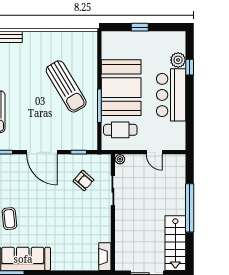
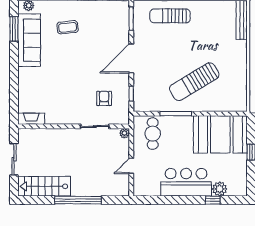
booth: (121, 88) -> (220, 134), moved
armchair: (84, 181) -> (104, 98), turned 139

